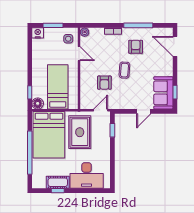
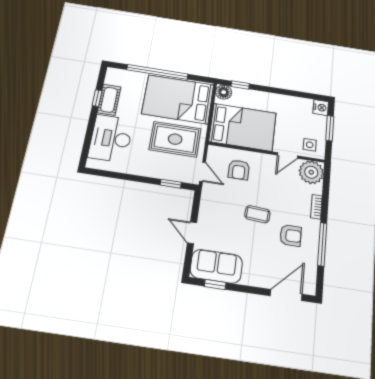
plant: (85, 32) -> (311, 172), width x1.88, depth x1.88
armchair: (104, 83) -> (239, 170), moved, turned -90
bed: (58, 87) -> (243, 127), width x1.50

